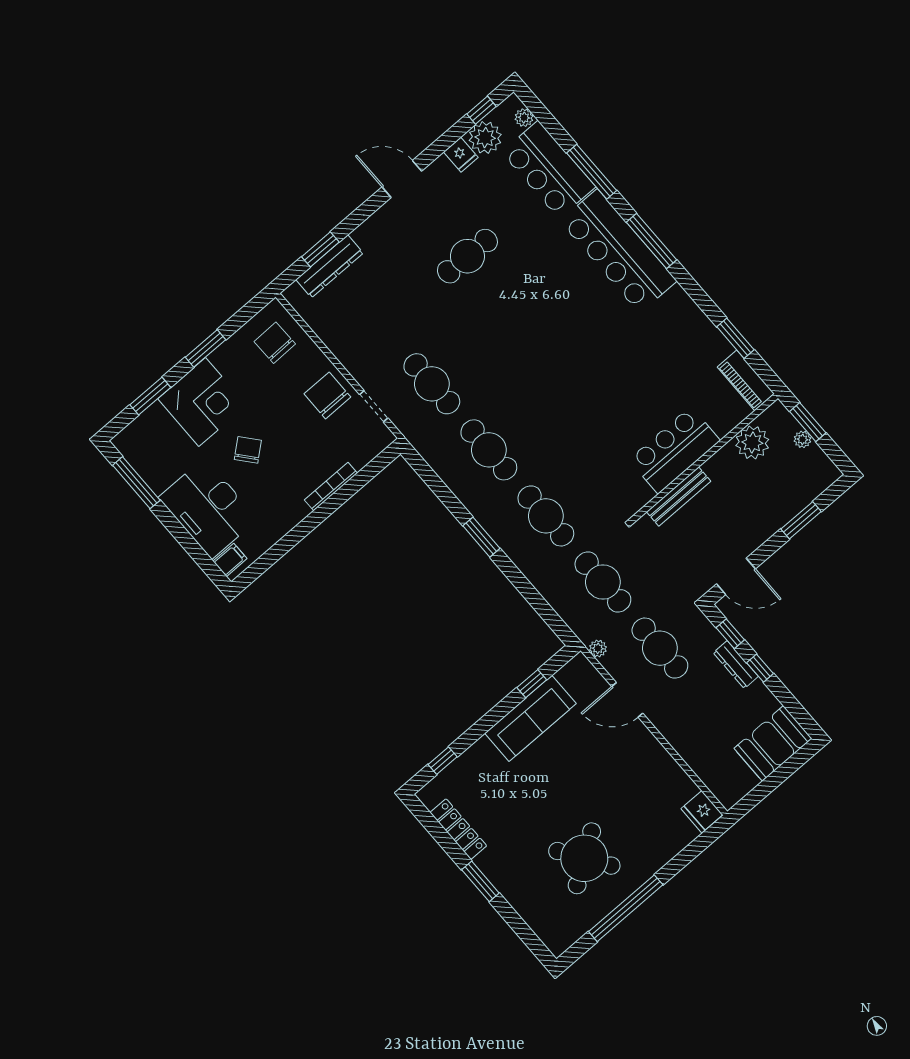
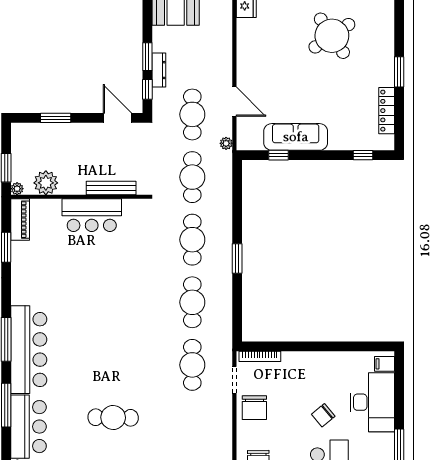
plant: (802, 439) -> (17, 189), moved
bookcase: (331, 487) -> (260, 356), moved
window: (760, 668) -> (147, 57), width x1.50

